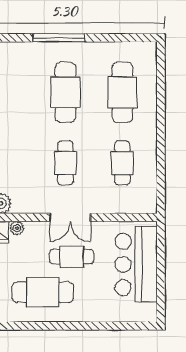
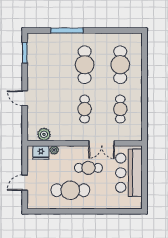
window: (59, 38) -> (67, 30), moved
double door: (70, 217) -> (102, 143), moved

